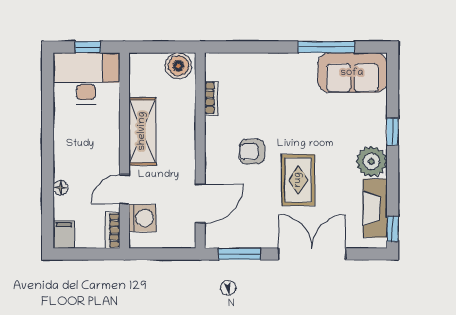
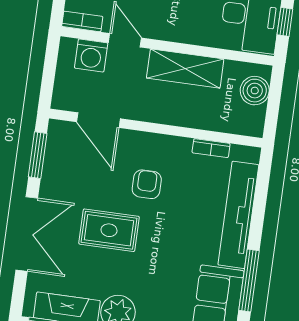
tv unit: (268, 65) -> (238, 215), added
boiler: (178, 66) -> (255, 91), moved

